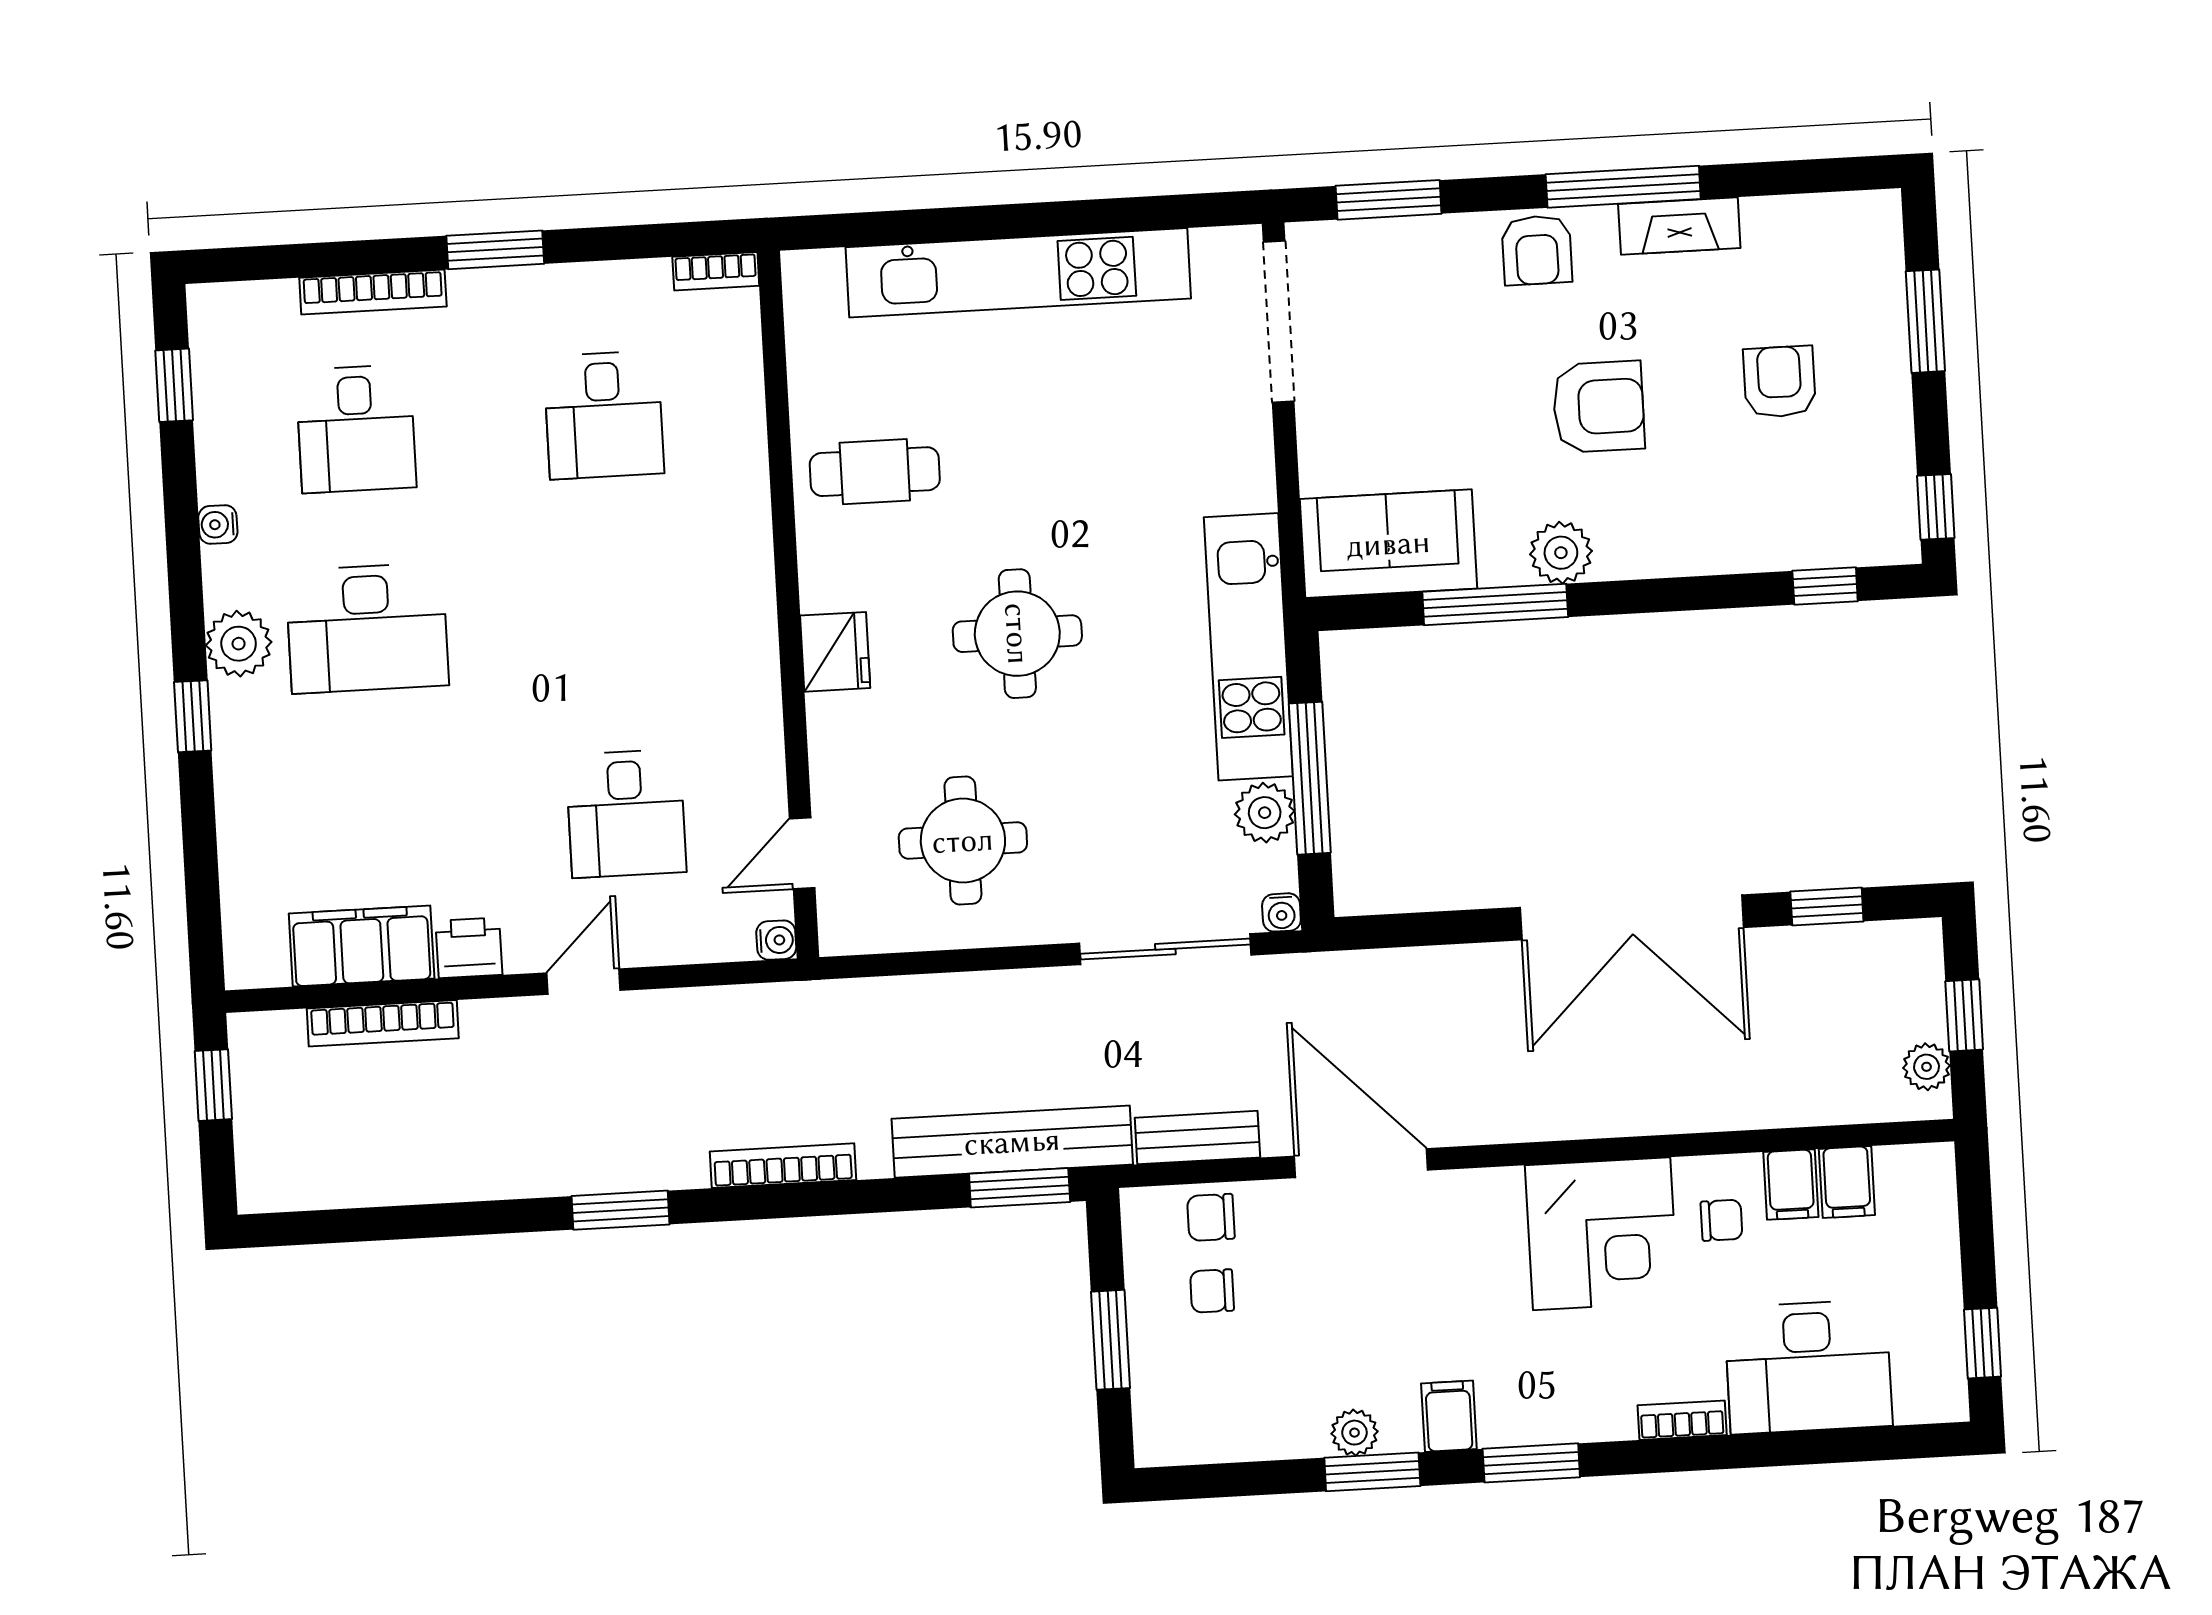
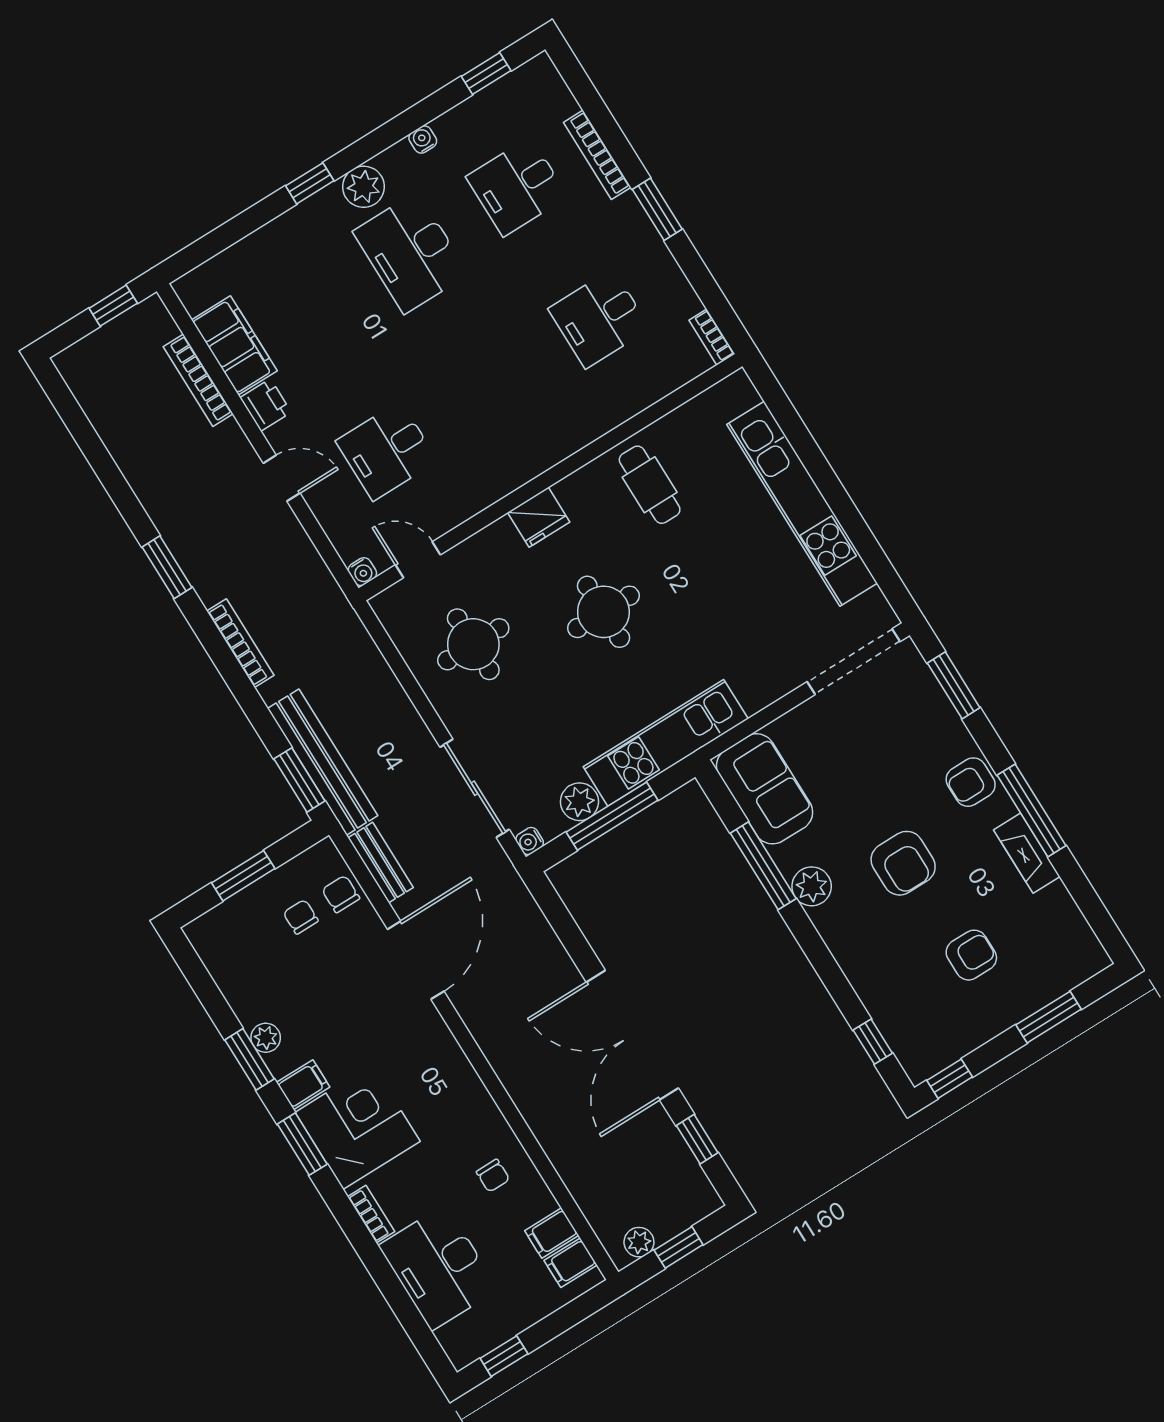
filing cabinet: (1791, 1184) -> (571, 1263), moved
corner desk: (1602, 1234) -> (358, 1127), moved, turned 180

